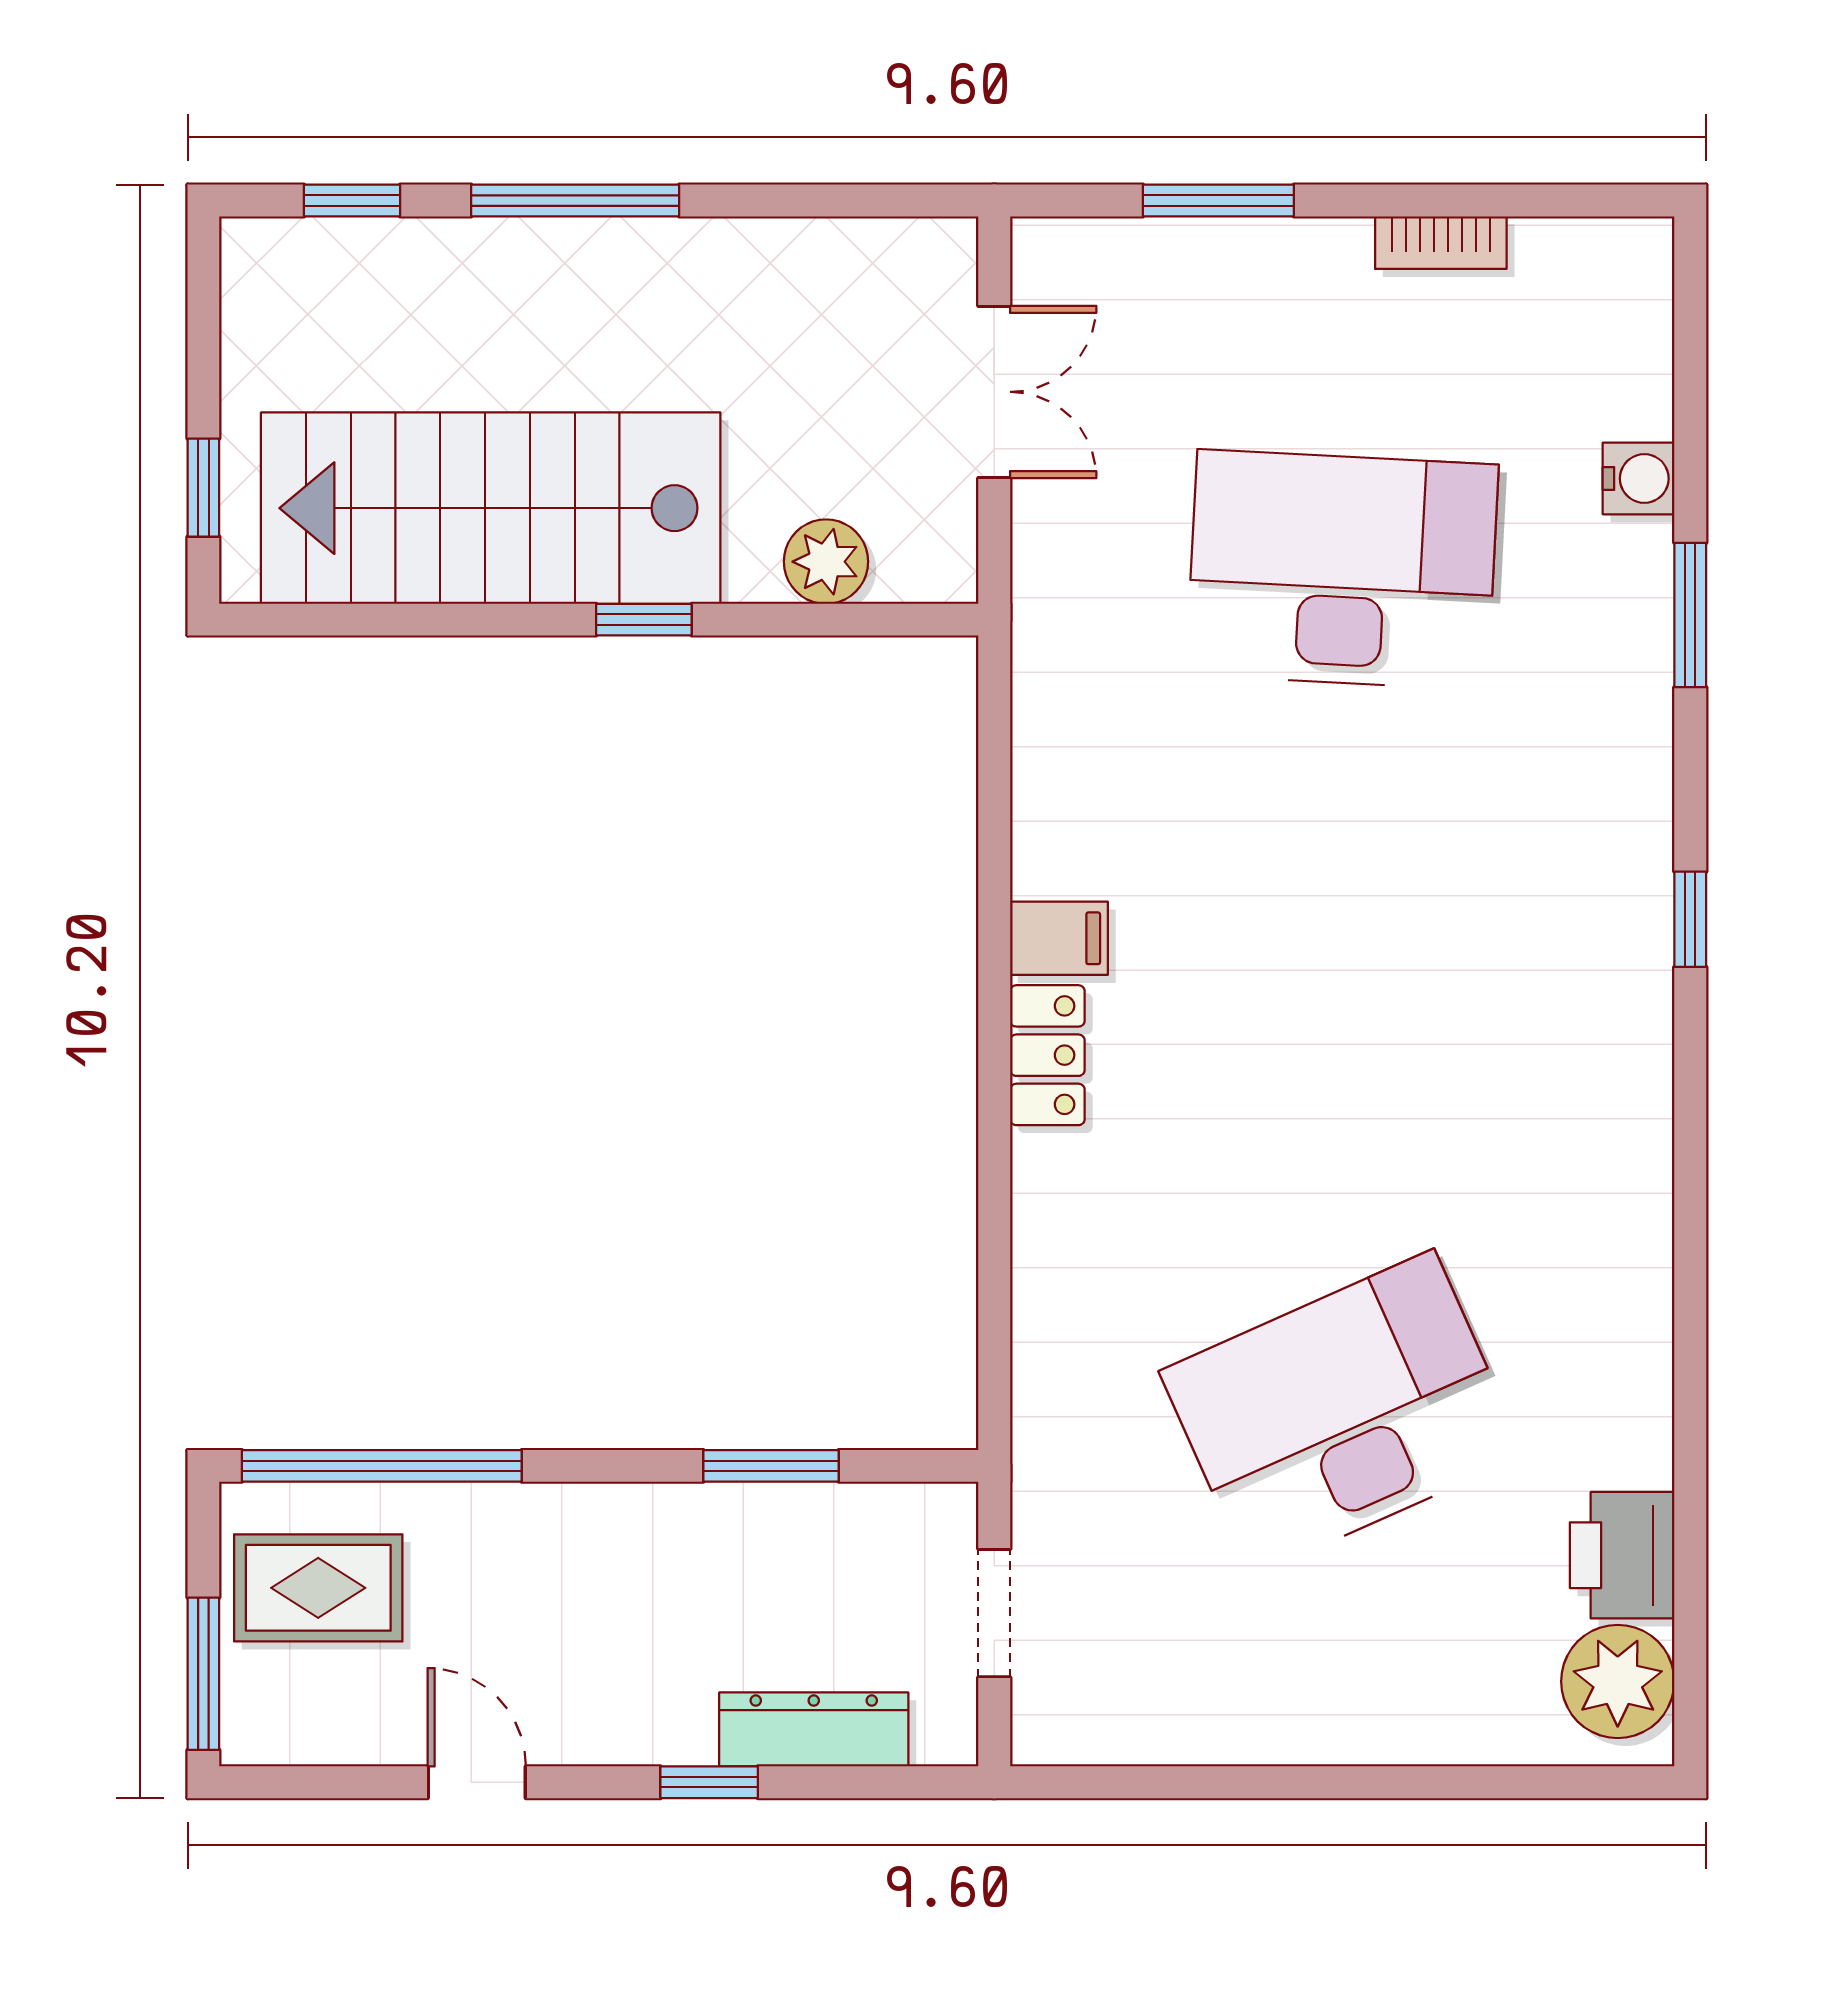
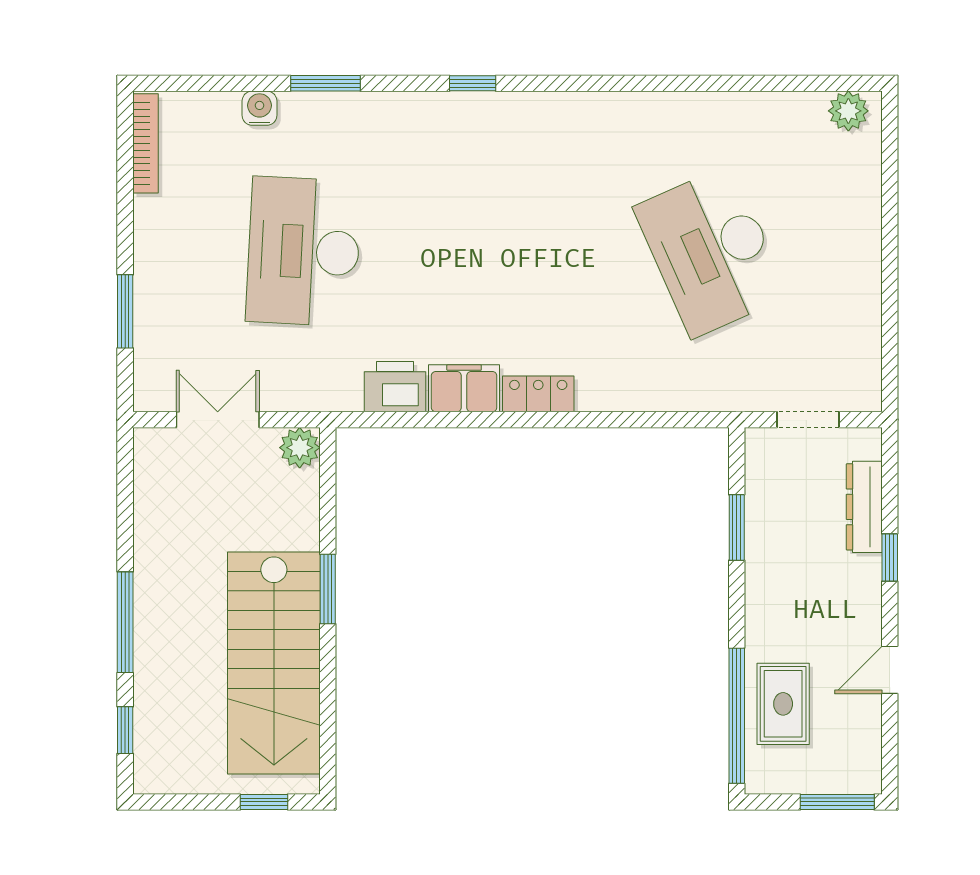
bookcase: (1441, 243) -> (145, 143), moved, width x1.56
plant: (826, 562) -> (300, 448), moved
window: (644, 620) -> (328, 589), width x1.50
filing cabinet: (1059, 938) -> (464, 388), width x2.00
printer: (1622, 1555) -> (395, 387), moved, turned 180
rug: (318, 1588) -> (783, 704), moved
plant: (1618, 1681) -> (848, 111), width x0.73, depth x0.73

